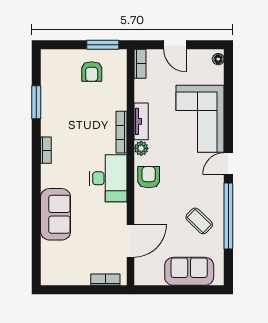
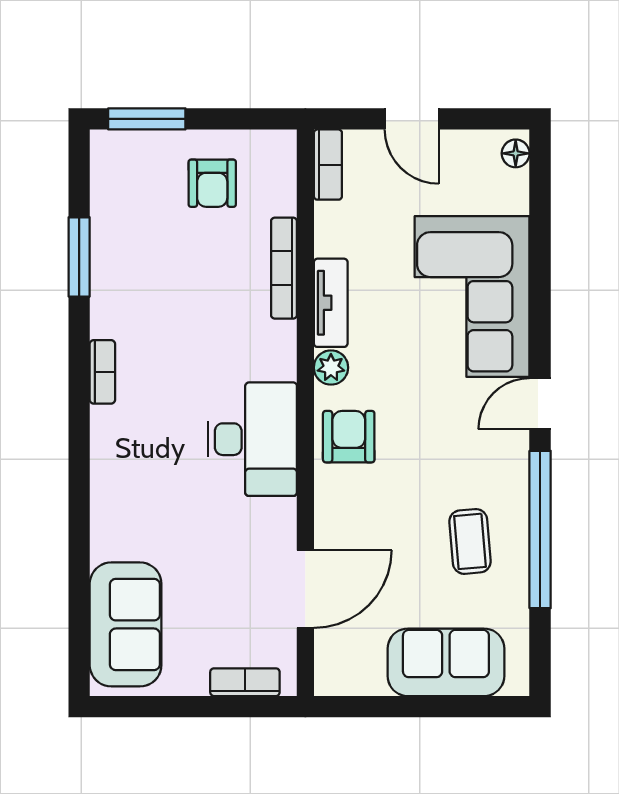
window: (103, 45) -> (147, 119), moved
bookcase: (122, 132) -> (284, 268), moved
sofa: (56, 214) -> (126, 624), moved
coffee table: (199, 221) -> (470, 541), turned 41

